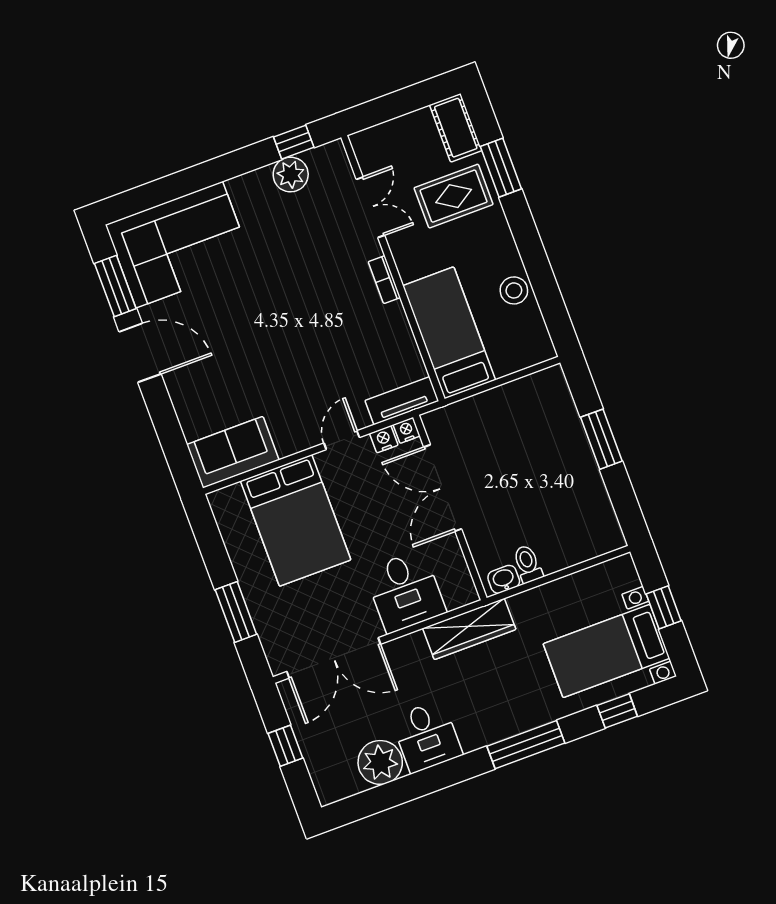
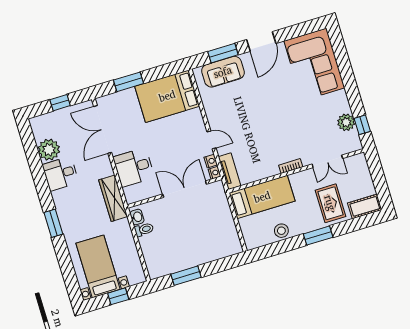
window: (501, 168) -> (318, 236), moved
window: (115, 286) -> (223, 53), moved
window: (601, 439) -> (186, 276), moved
sofa: (233, 452) -> (223, 72), moved, turned 90
bed: (296, 520) -> (167, 96), moved
window: (617, 711) -> (68, 270), removed
window: (526, 745) -> (53, 223), width x0.69

